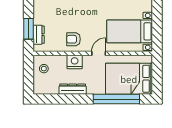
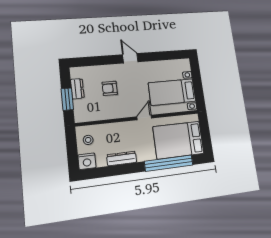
dresser: (39, 35) -> (77, 89), moved
armchair: (74, 39) -> (110, 88), moved
nightstand: (75, 62) -> (87, 161), moved, turned 180

